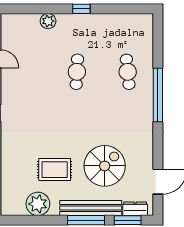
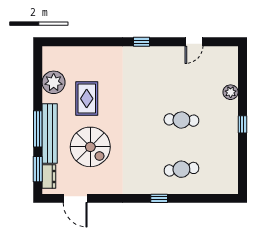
window: (158, 95) -> (159, 198), width x0.32

